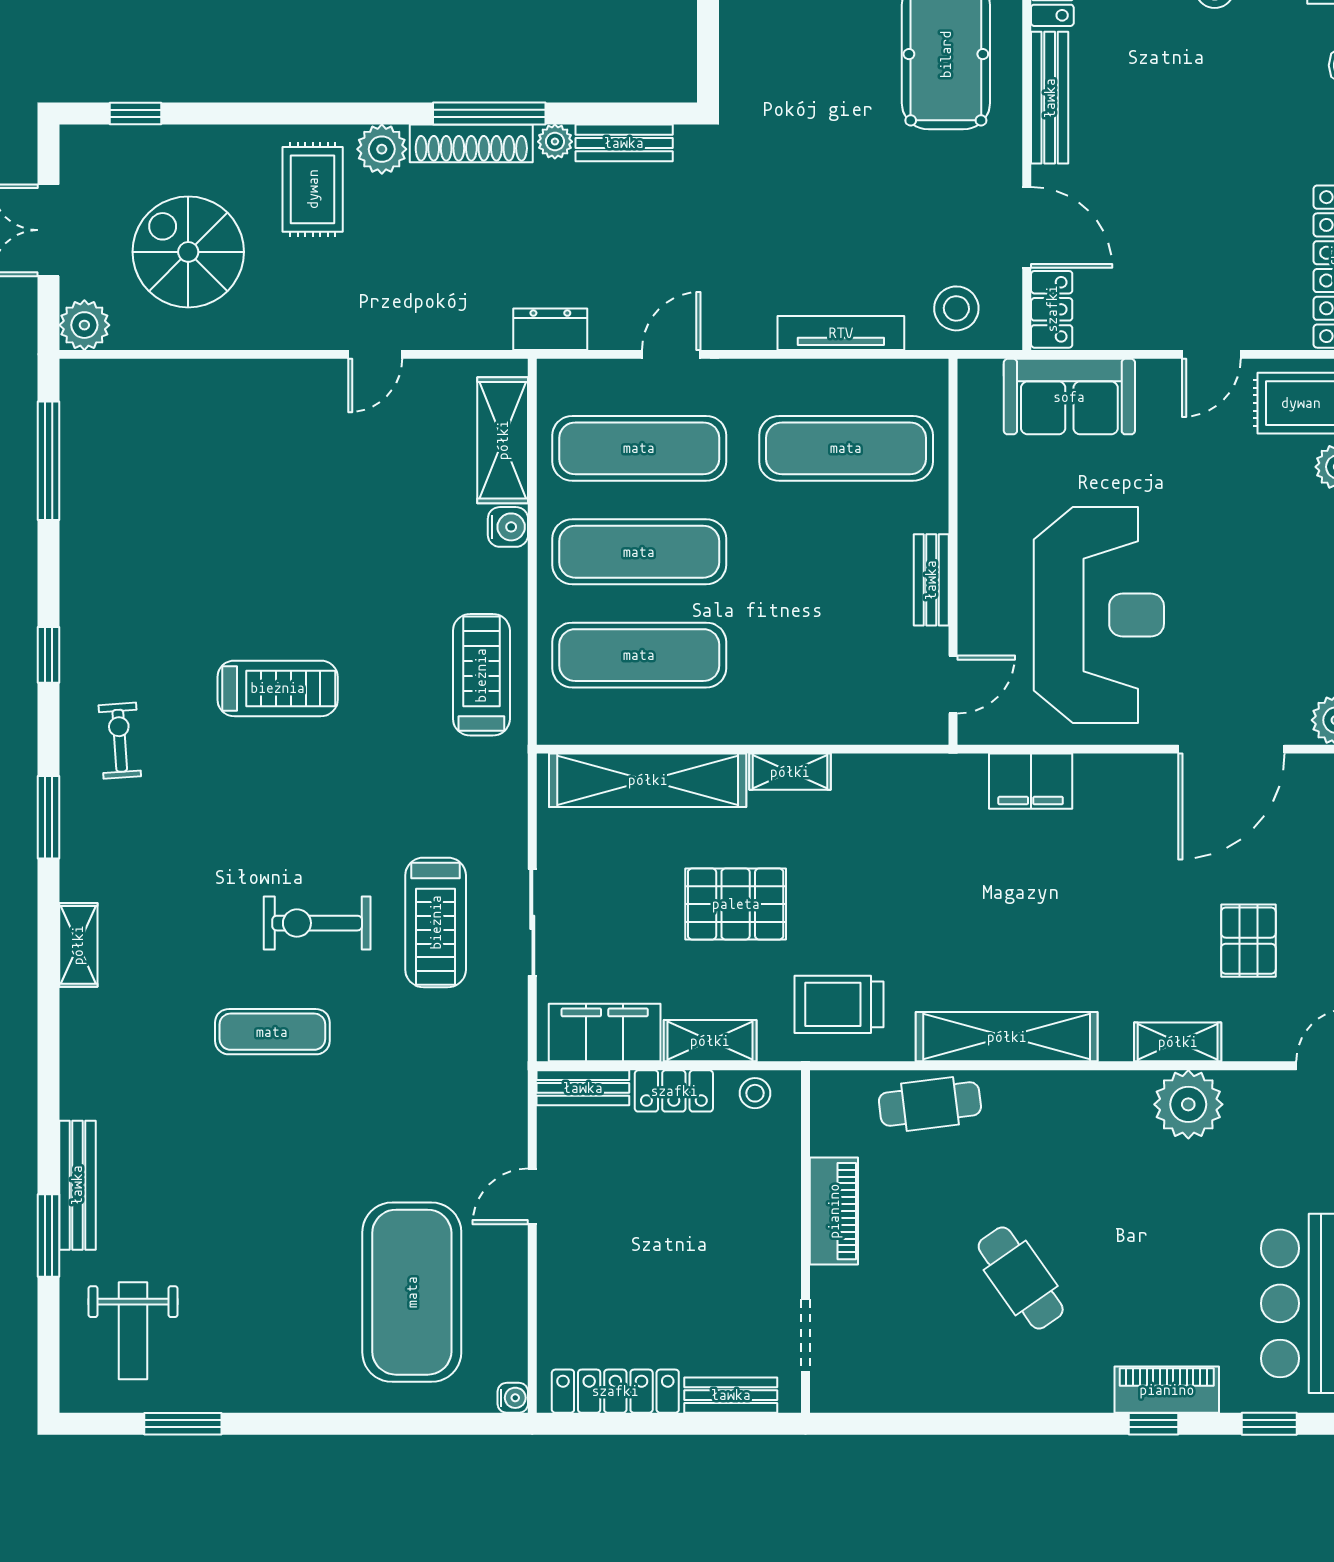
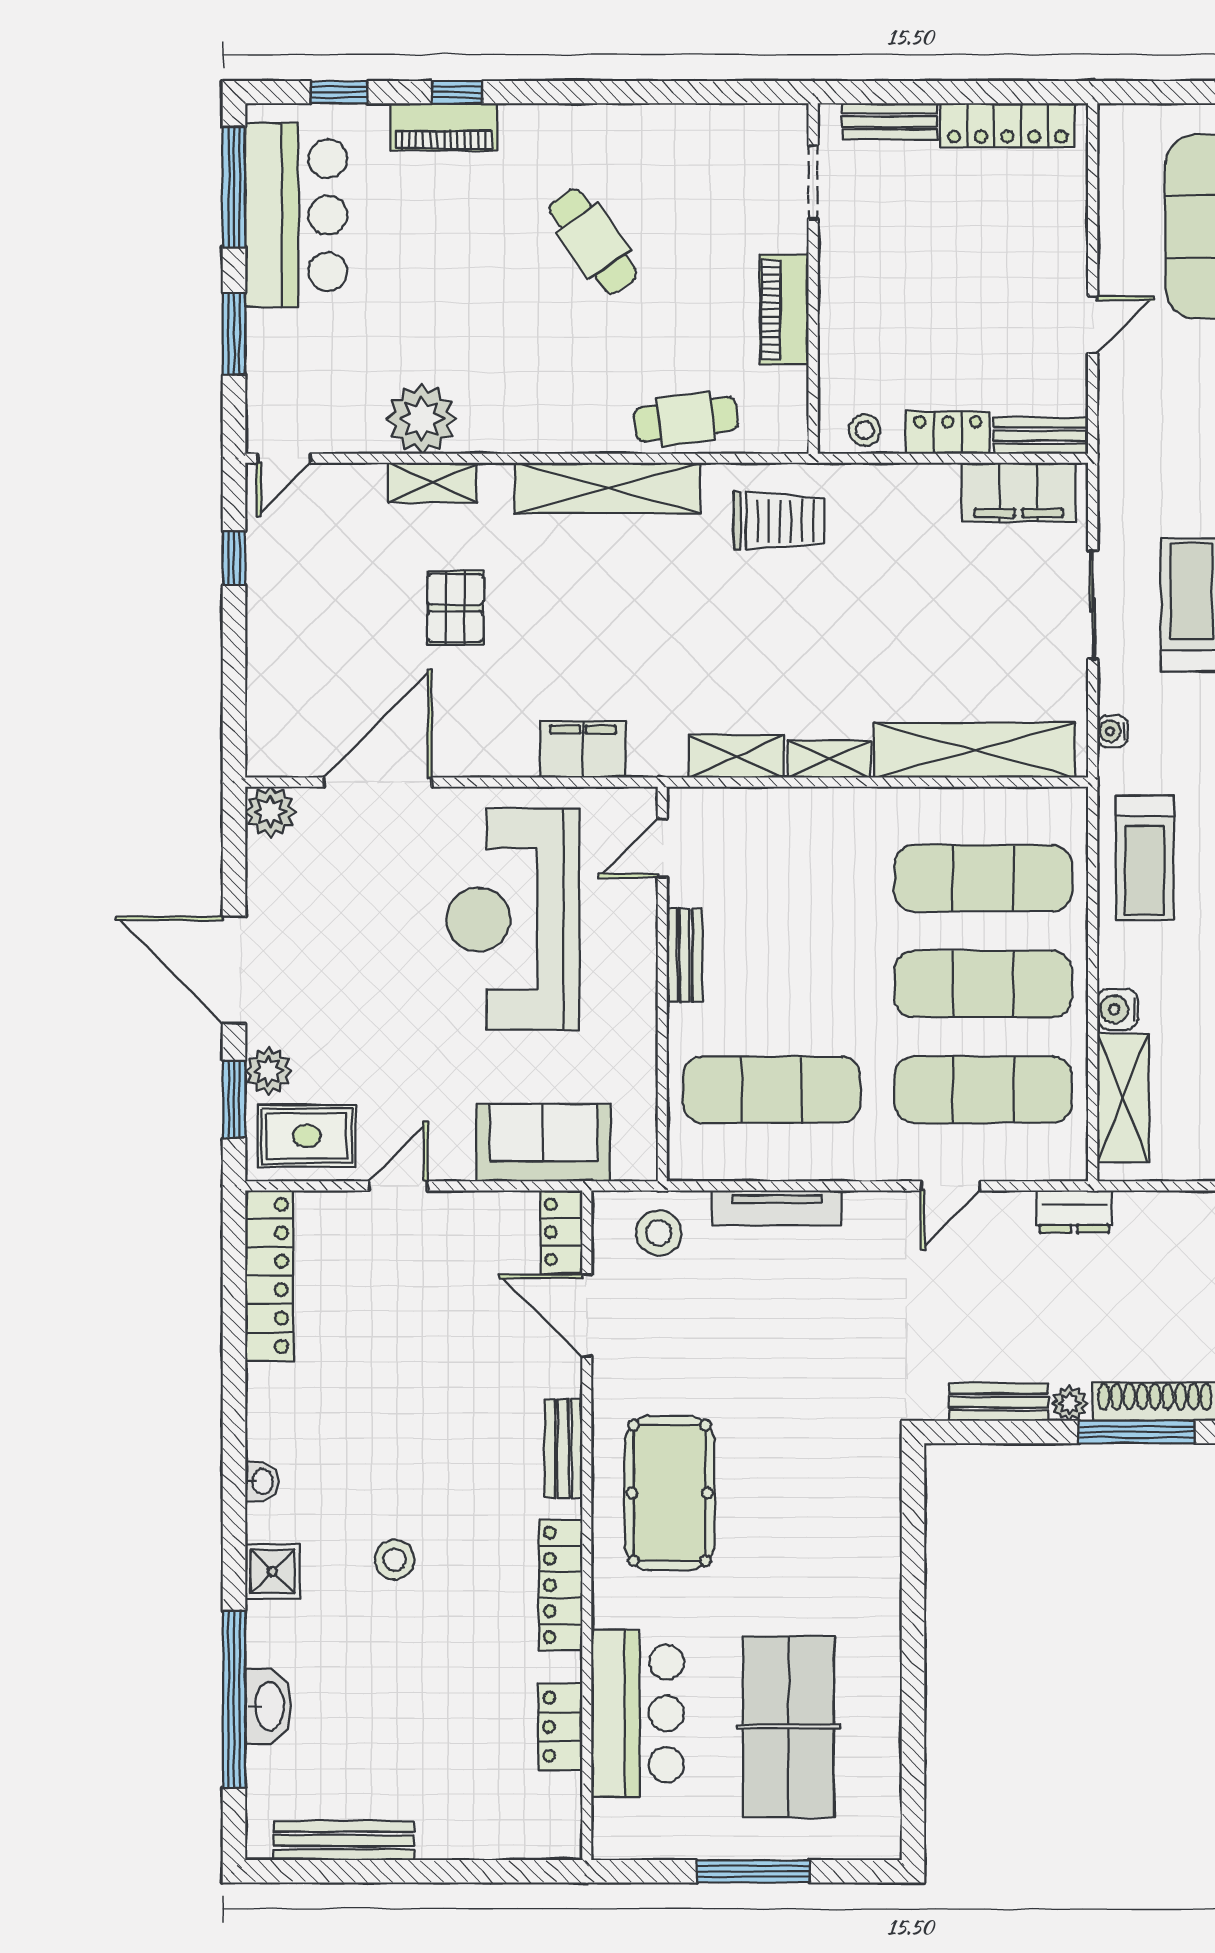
bench: (1050, 98) -> (563, 1448), width x0.73
pallet: (736, 904) -> (885, 624), removed
pallet: (1248, 941) -> (455, 608), moved
shelving: (710, 1041) -> (737, 756), moved
water cooler: (513, 1398) -> (1112, 731), moved

